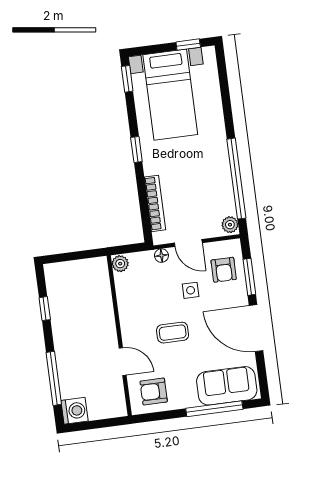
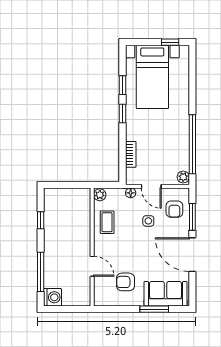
window: (127, 79) -> (123, 85), moved
bookcase: (155, 203) -> (131, 154), width x0.64
coffee table: (173, 333) -> (107, 222), moved, turned 90
armchair: (154, 391) -> (125, 282), moved
window: (214, 409) -> (154, 309), width x0.69

